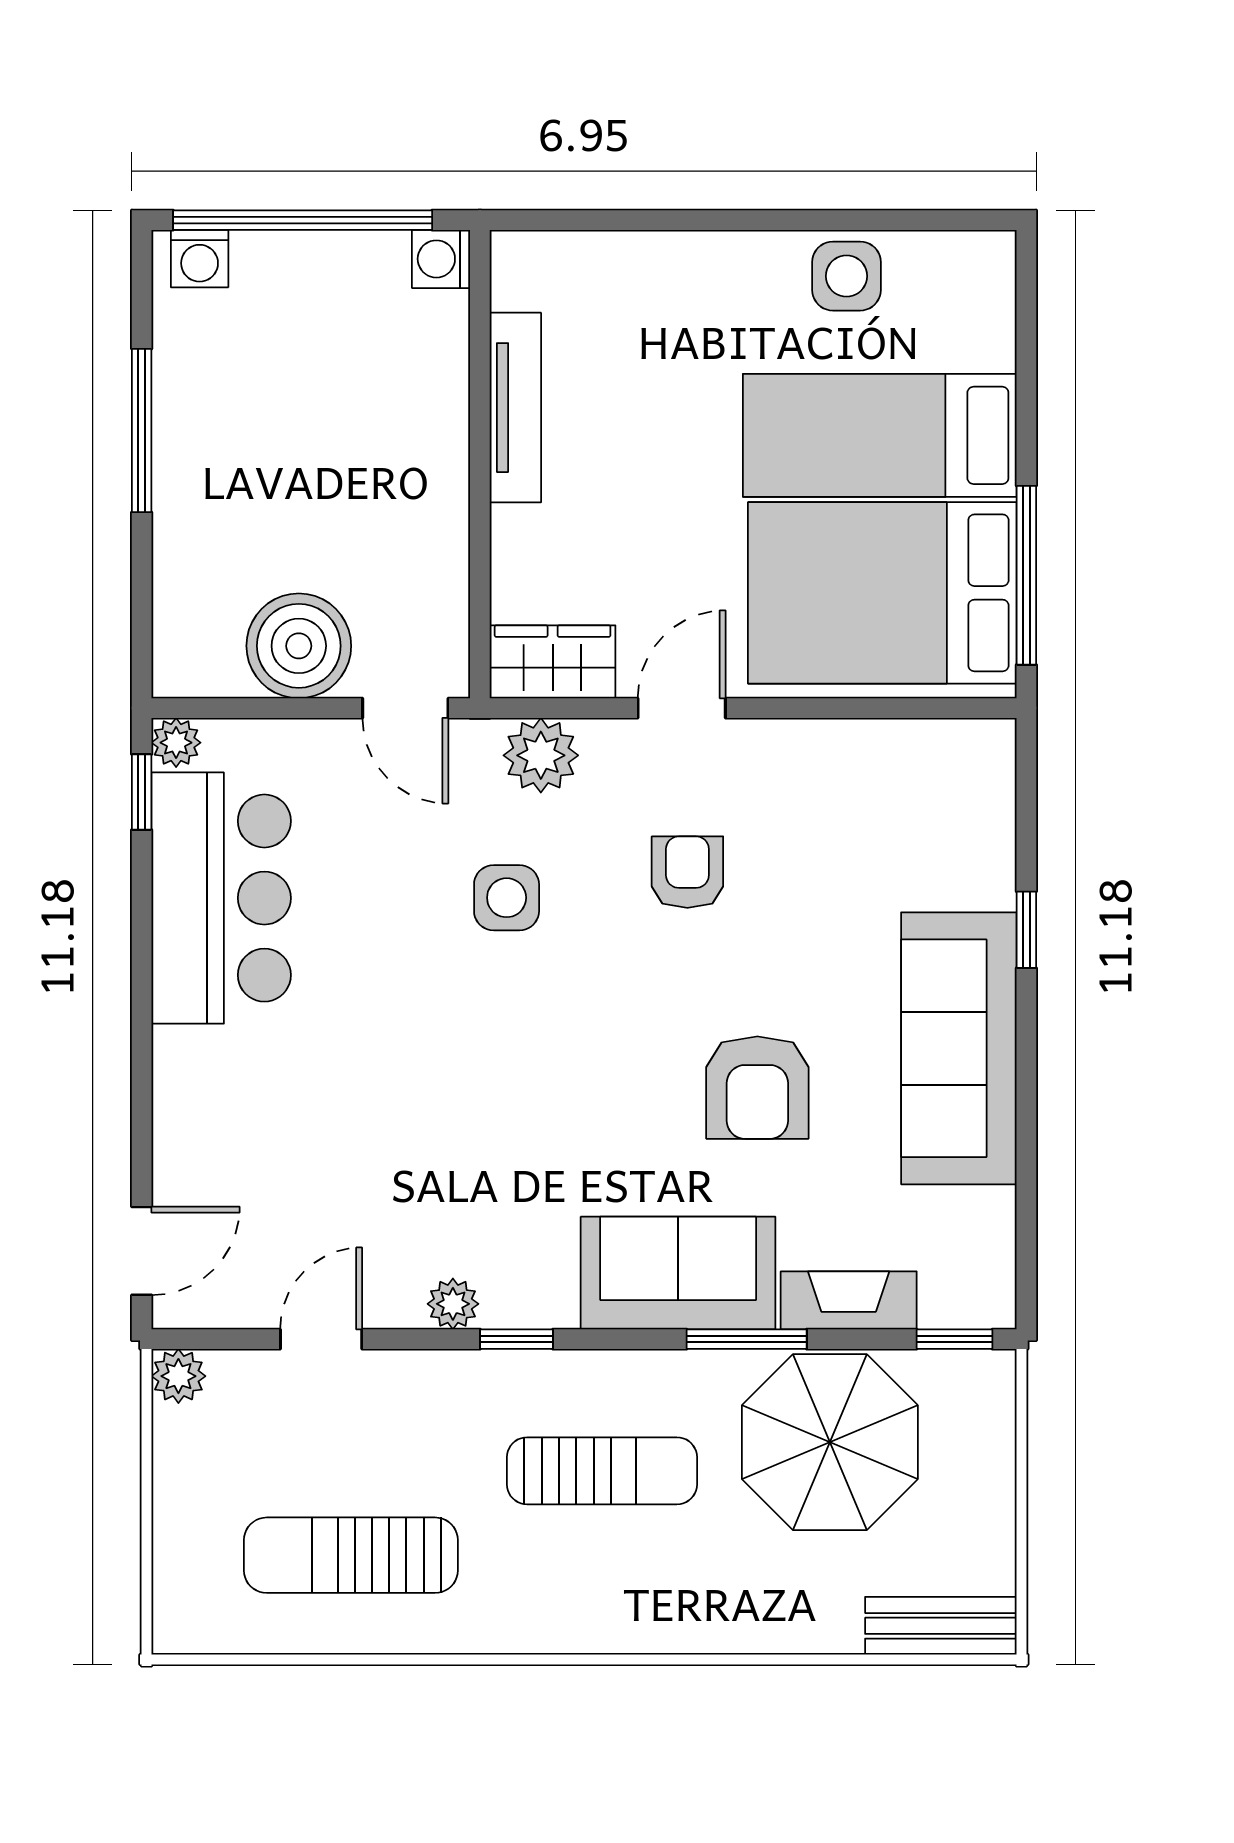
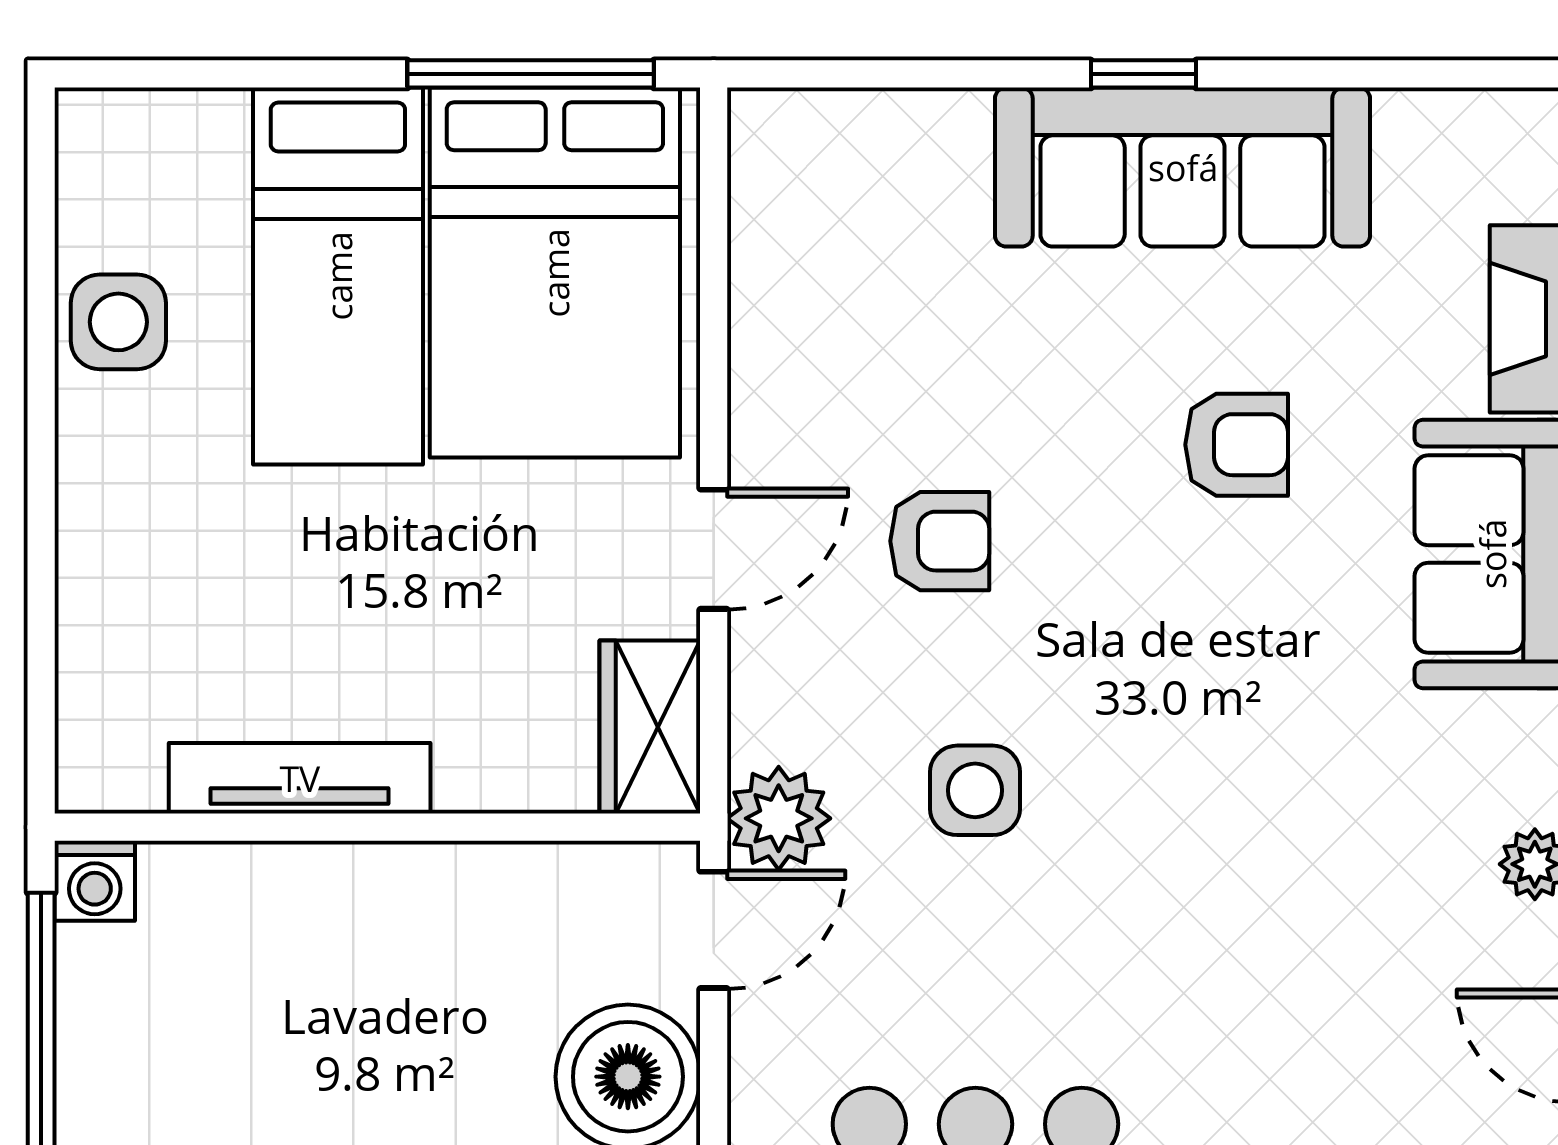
door: (682, 708) -> (714, 549), swing flipped
plant: (541, 755) -> (779, 818), moved
armchair: (687, 872) -> (940, 541), turned 180
window: (1026, 930) -> (1144, 74), moved
armchair: (757, 1088) -> (1237, 445), width x0.72, depth x0.72

